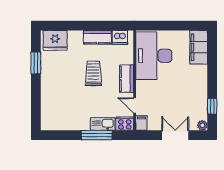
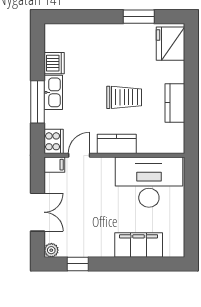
dishwasher: (120, 37) -> (54, 63), moved, turned 180
filing cabinet: (199, 47) -> (139, 245), moved
kitchen sink: (103, 124) -> (53, 92), moved

